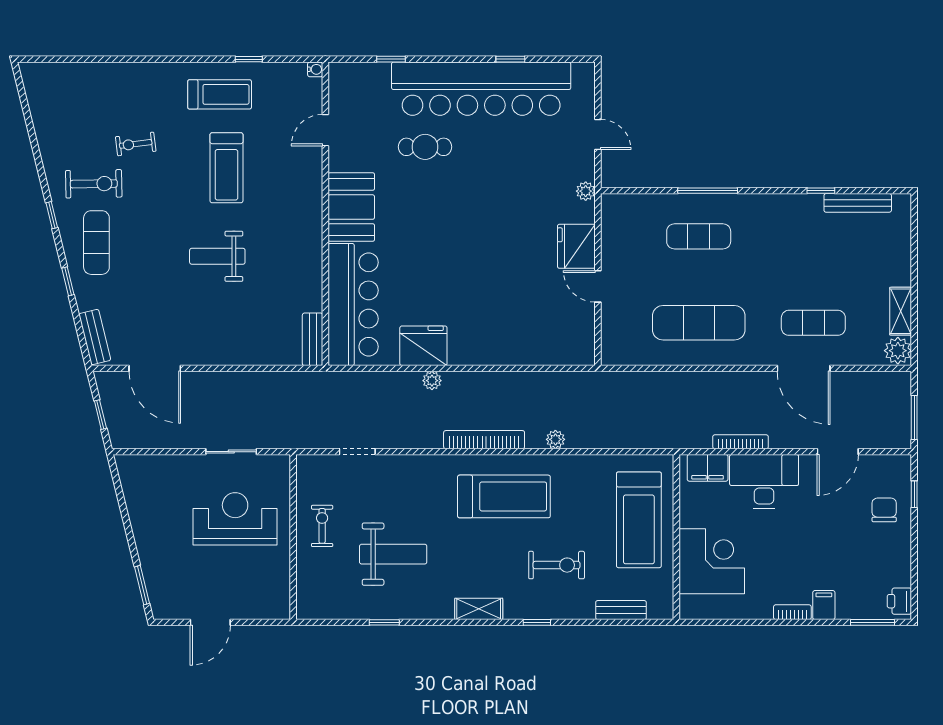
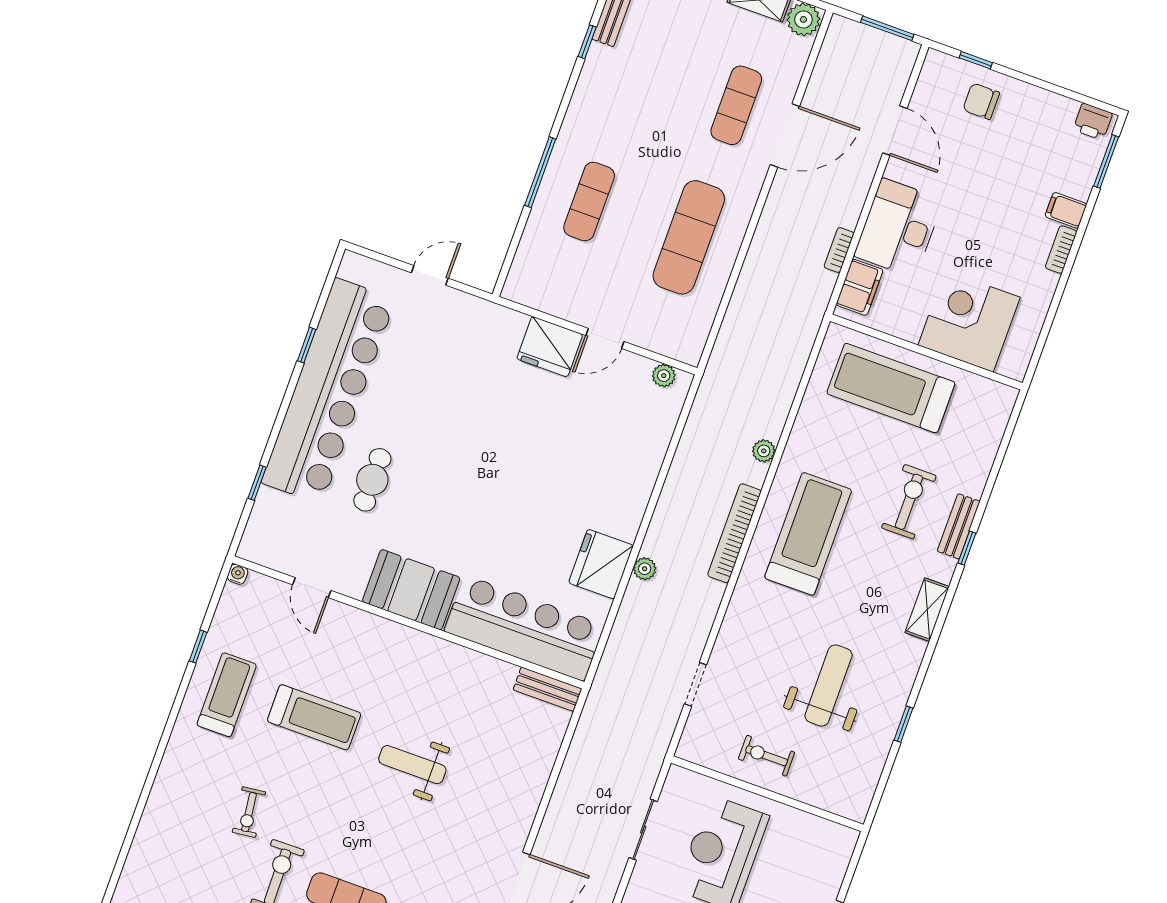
plant: (586, 191) -> (664, 376), moved
weight bench: (217, 256) -> (412, 765), turned 90
bookcase: (741, 442) -> (839, 250), width x0.64
treadmill: (639, 520) -> (891, 388), turned 180
bench: (621, 610) -> (959, 526), moved

